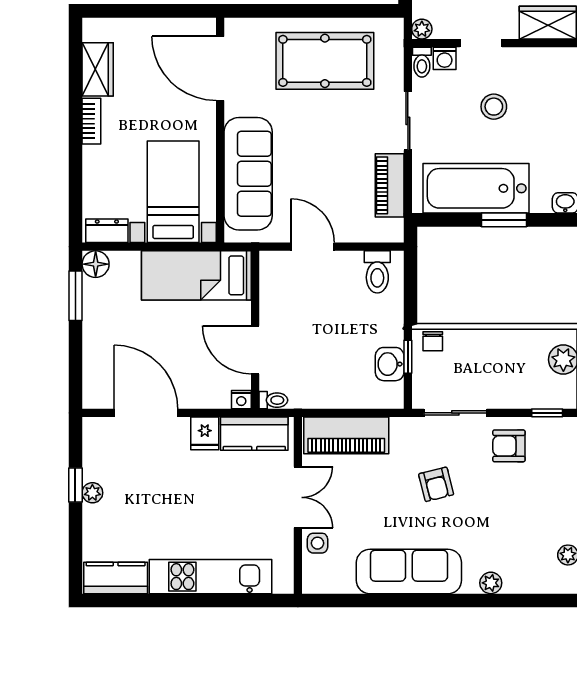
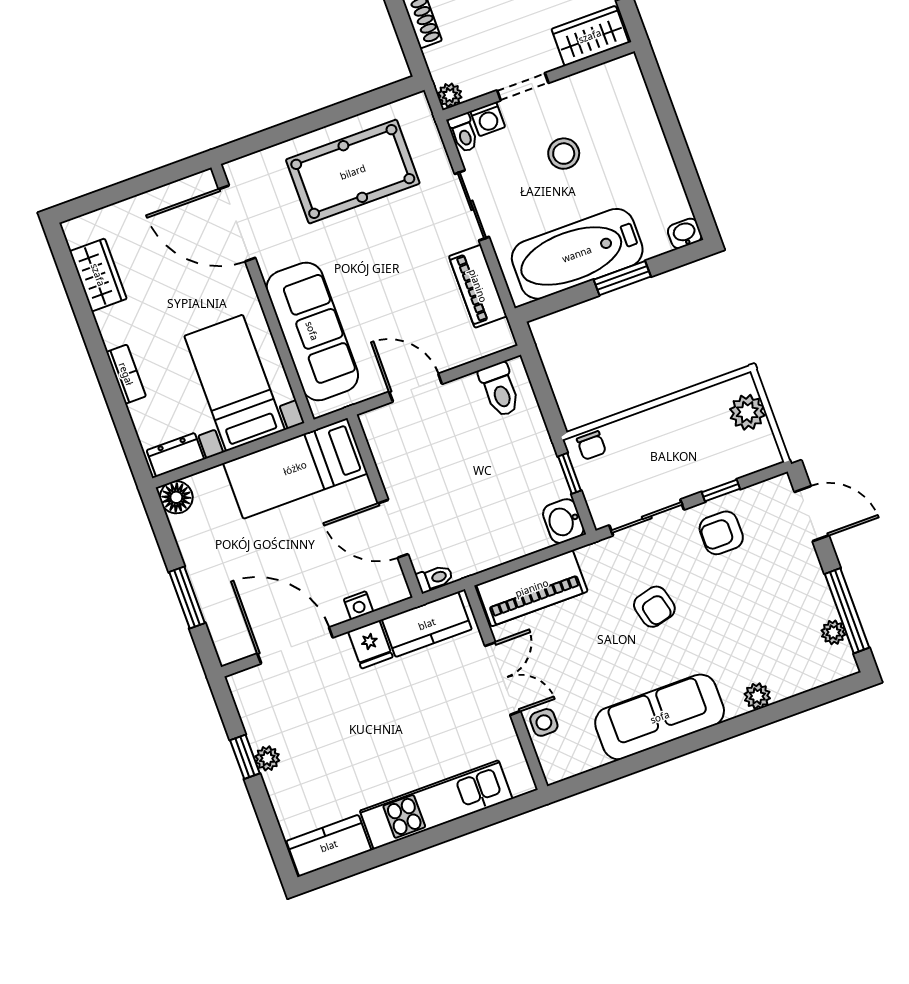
bookcase: (91, 121) -> (126, 374), moved
window: (75, 296) -> (187, 597), moved
washbasin: (390, 364) -> (563, 521), moved
nightstand: (241, 400) -> (358, 605), moved
window: (547, 413) -> (721, 491), moved

